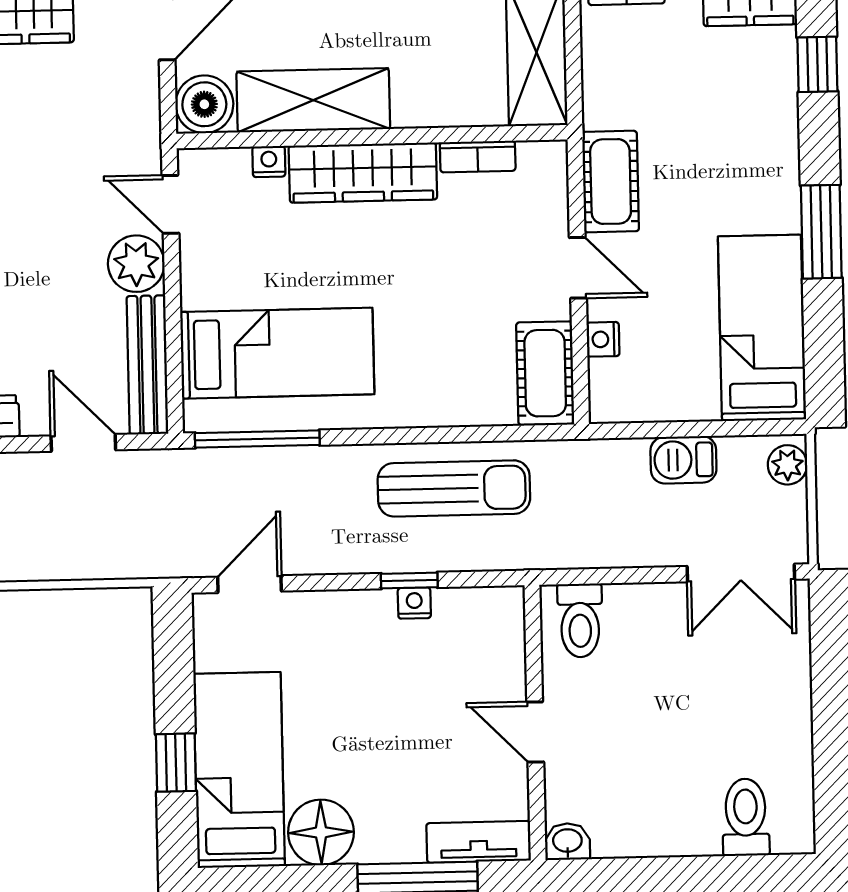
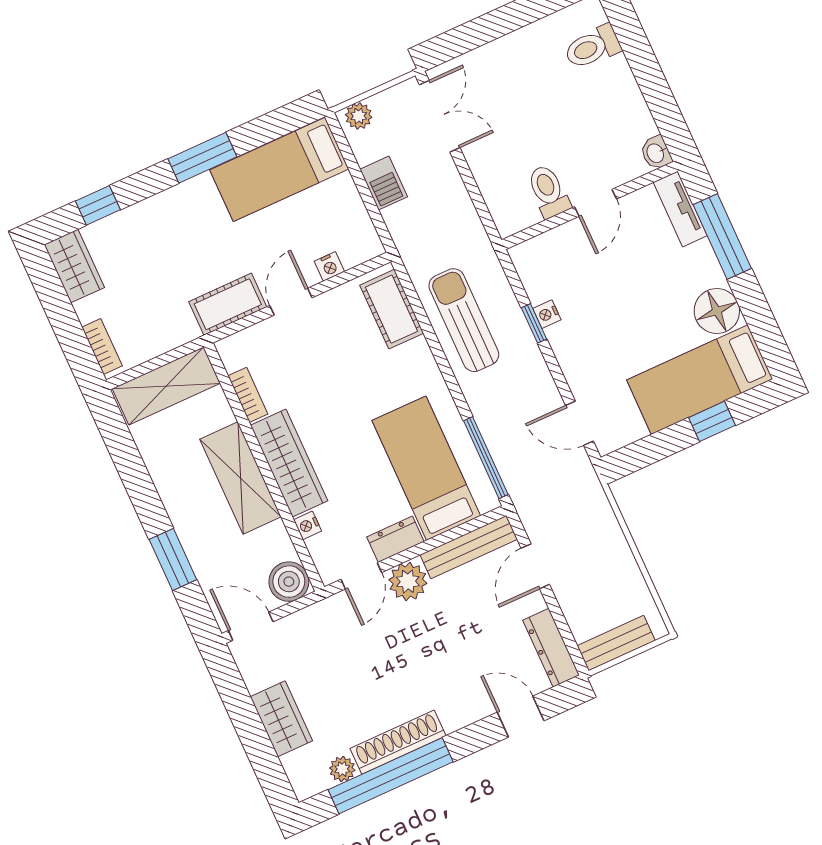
shelving: (313, 100) -> (240, 478), moved
dresser: (200, 271) -> (395, 539), added
cot: (545, 373) -> (392, 309), moved, turned 90
toilet: (580, 621) -> (548, 191), moved, turned -90

